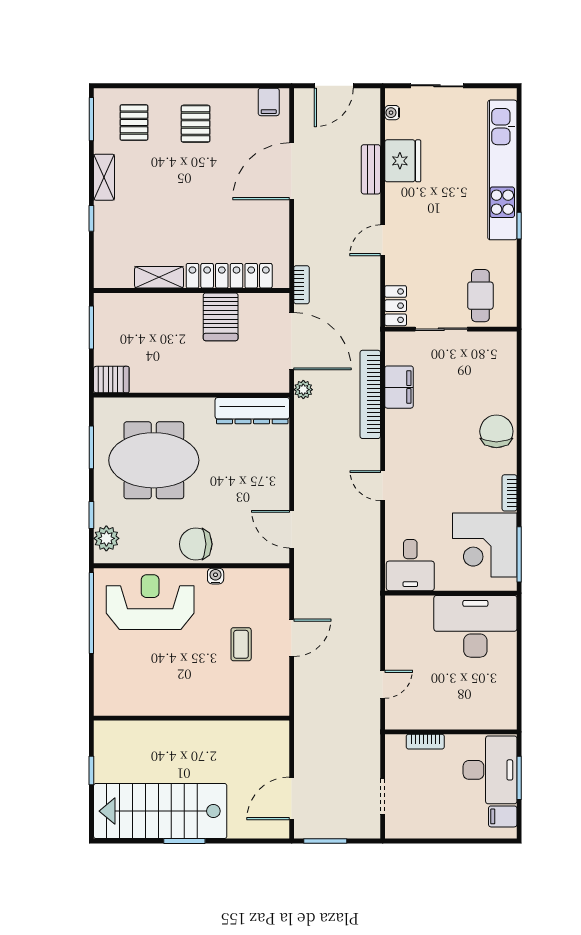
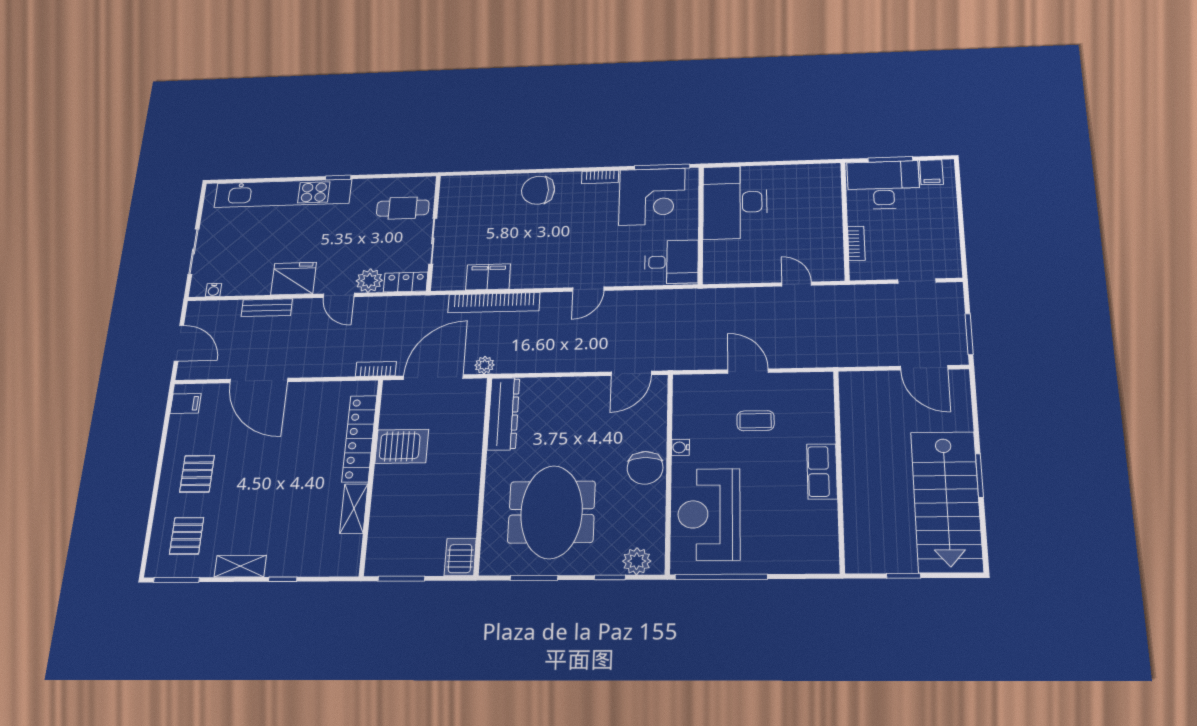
pallet: (134, 123) -> (187, 536), turned 90
pallet: (196, 124) -> (197, 474), turned 90
fridge: (403, 161) -> (294, 279), moved
plant: (398, 269) -> (369, 281), added
row of seats: (190, 703) -> (822, 471), added

